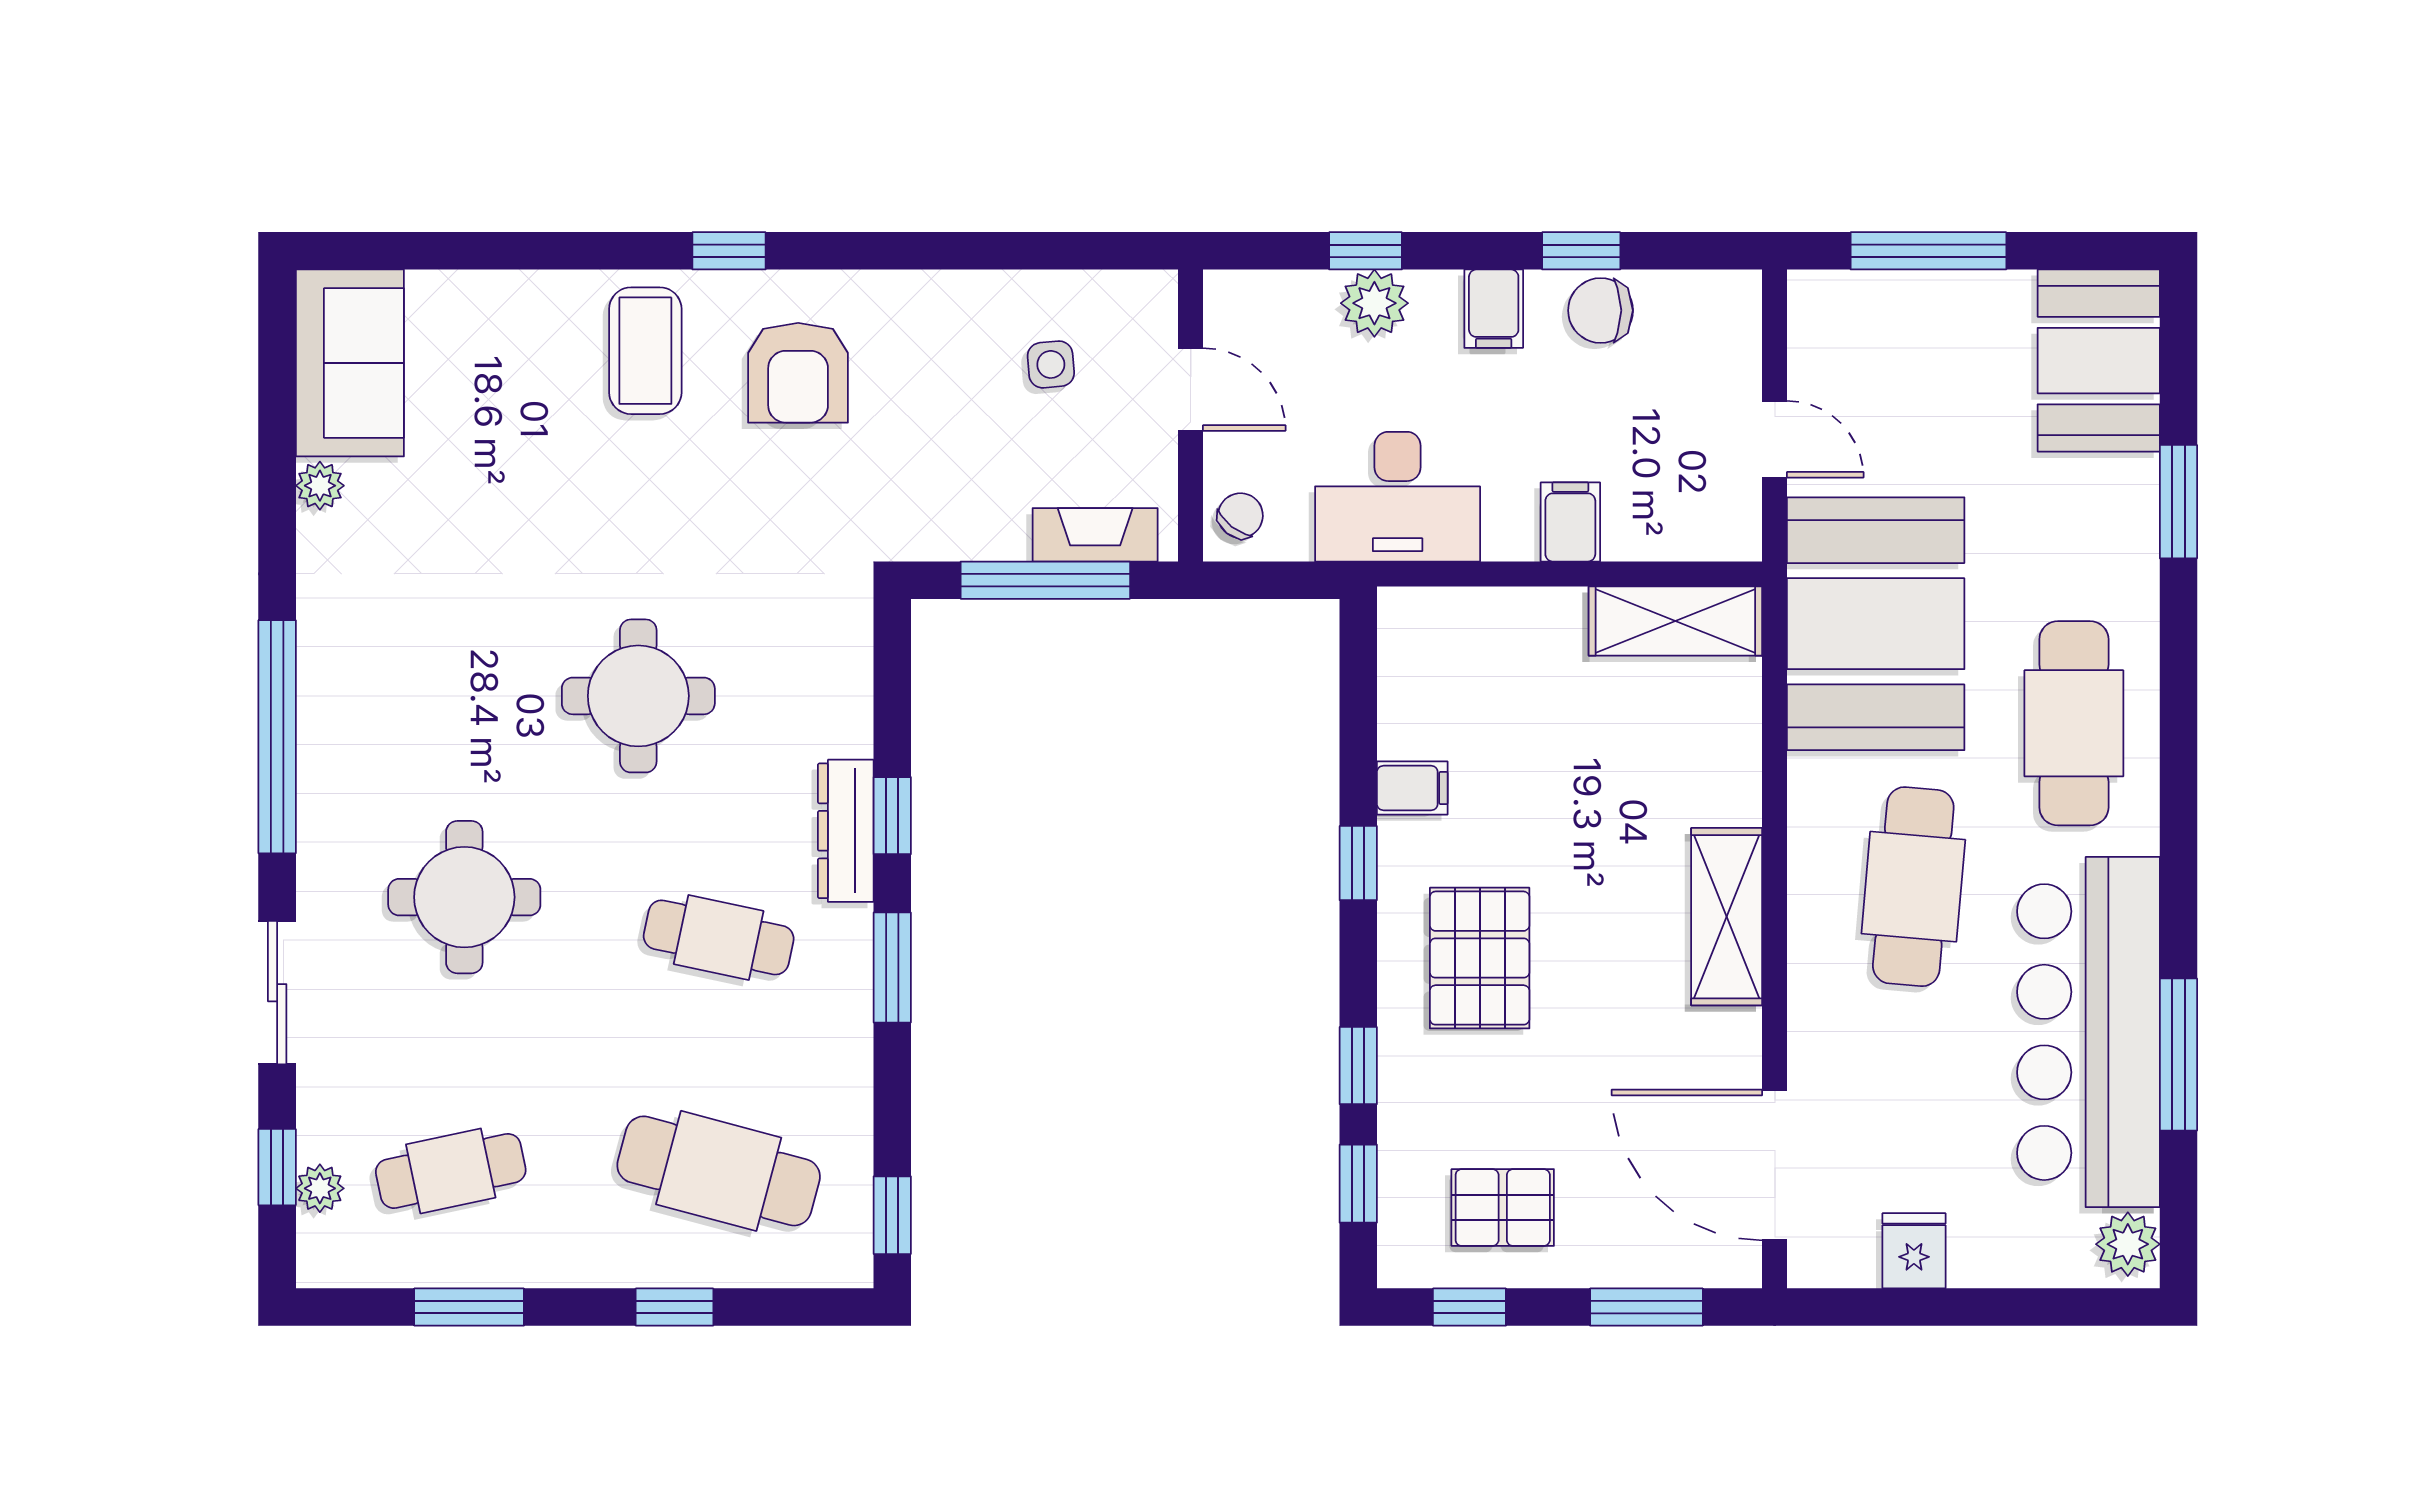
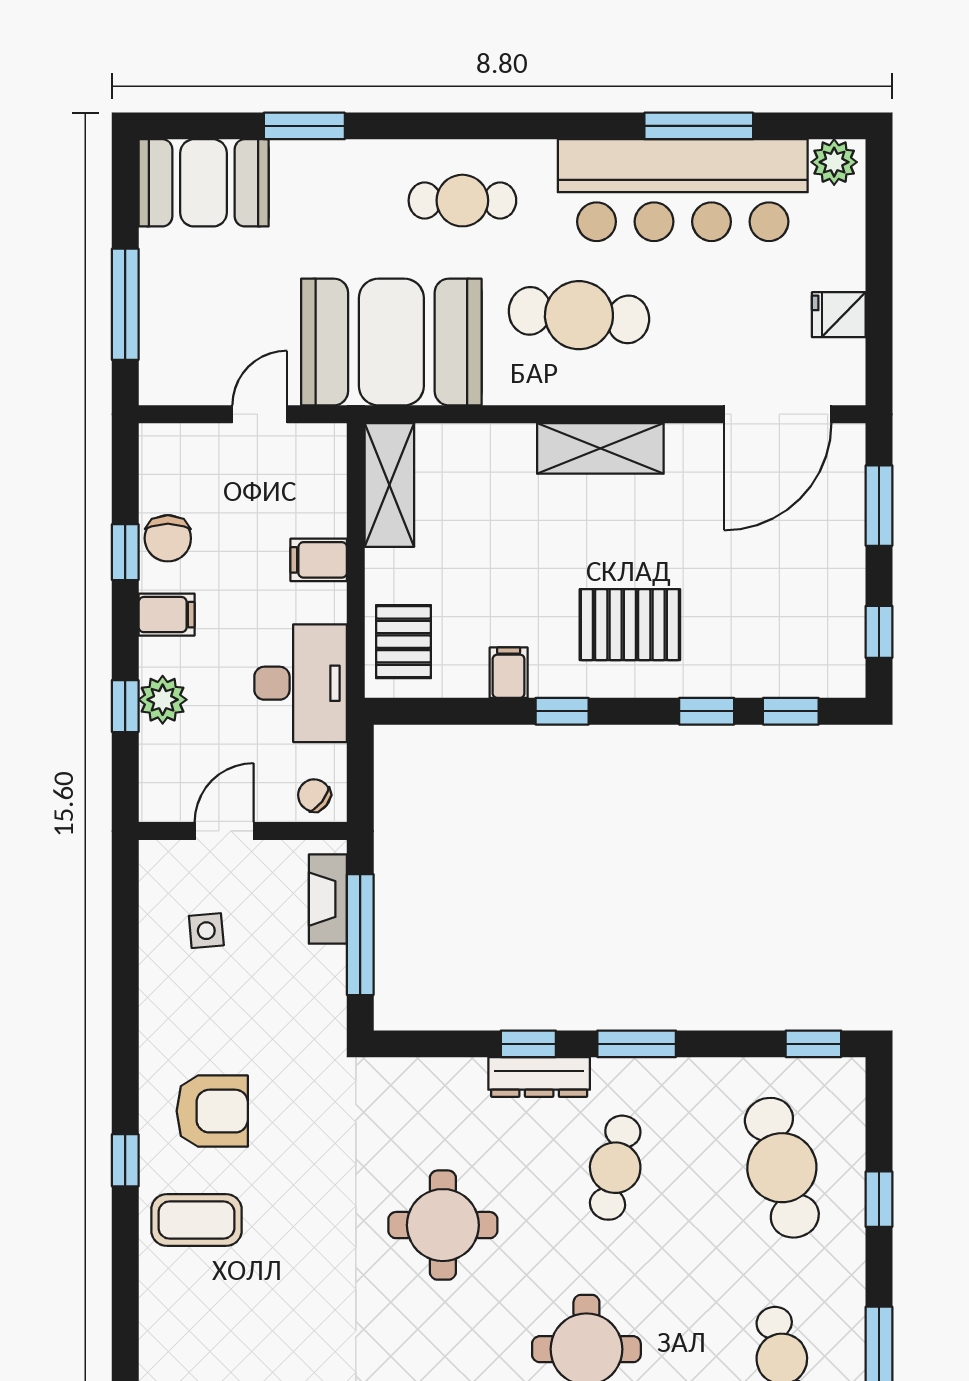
cafe table: (2074, 723) -> (462, 201), width x0.73, depth x0.74
cafe table: (719, 1171) -> (782, 1168), turned -30
pallet: (1503, 1208) -> (404, 642), moved

